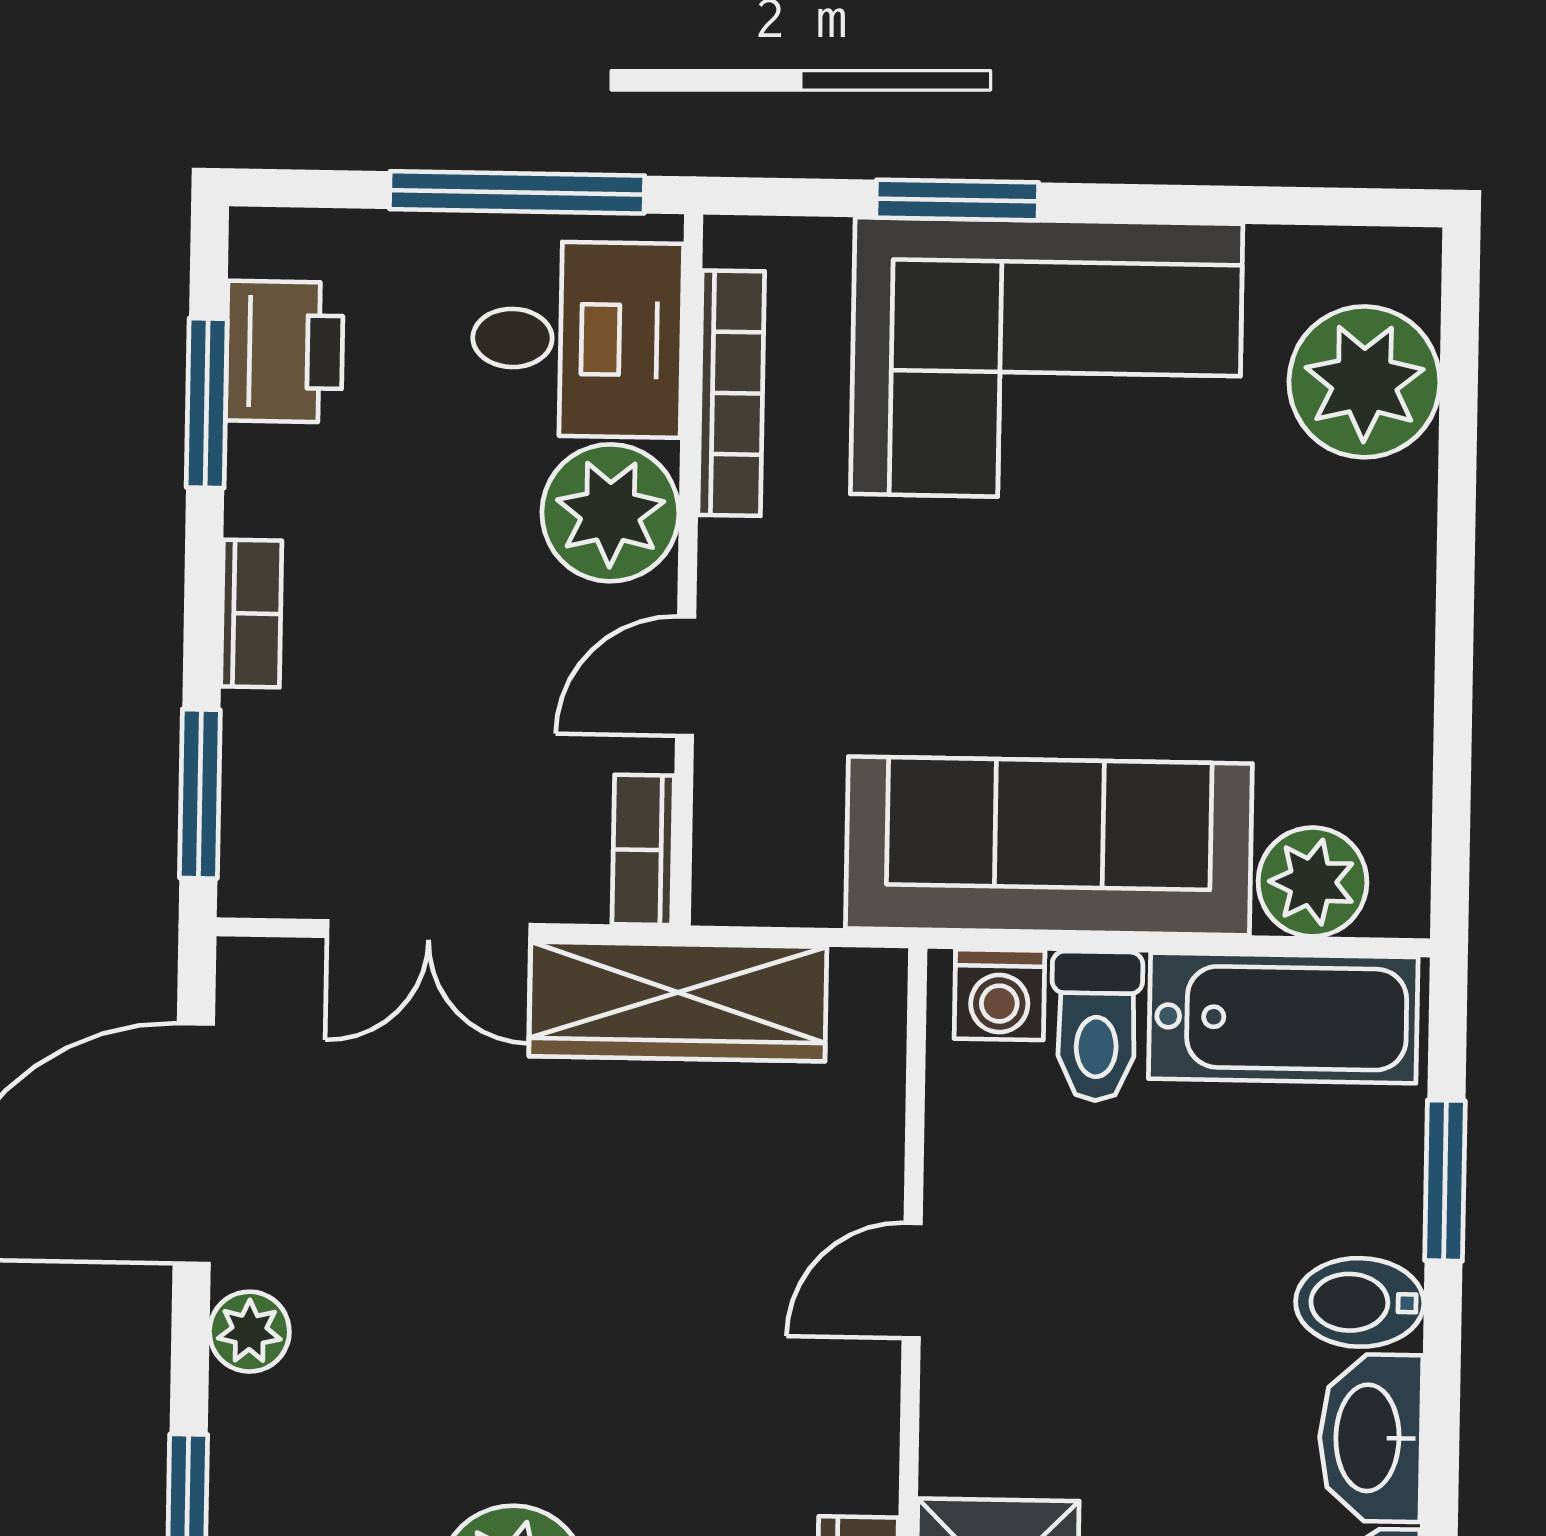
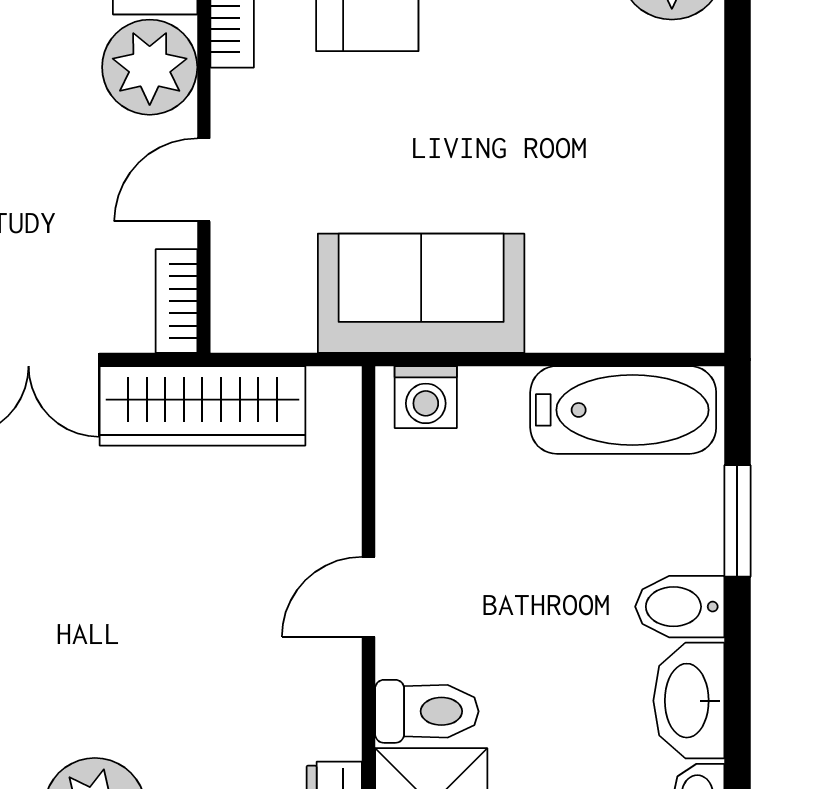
sofa: (1049, 846) -> (421, 293), width x0.73
plant: (1312, 882) -> (642, 315), removed
toilet: (1096, 1026) -> (427, 711), moved, turned -90

